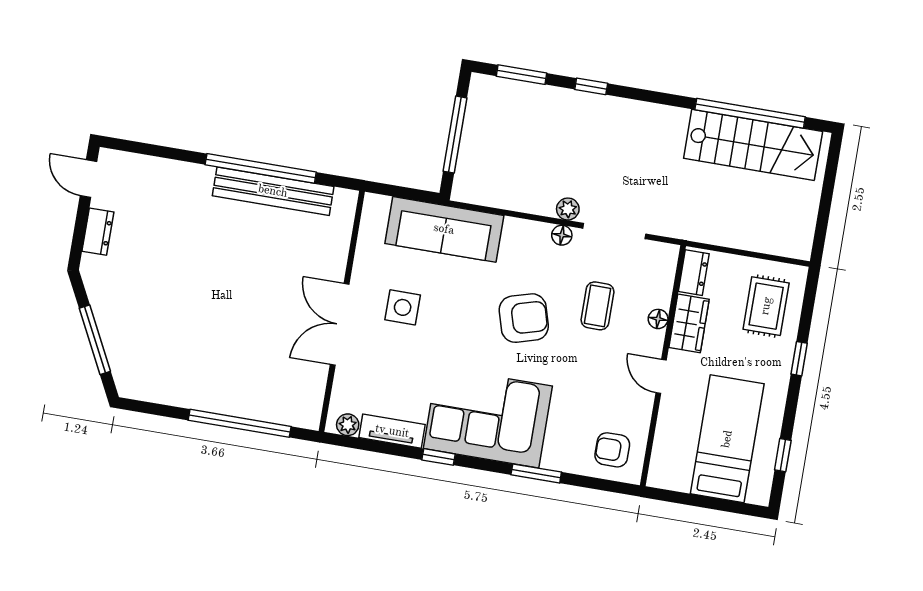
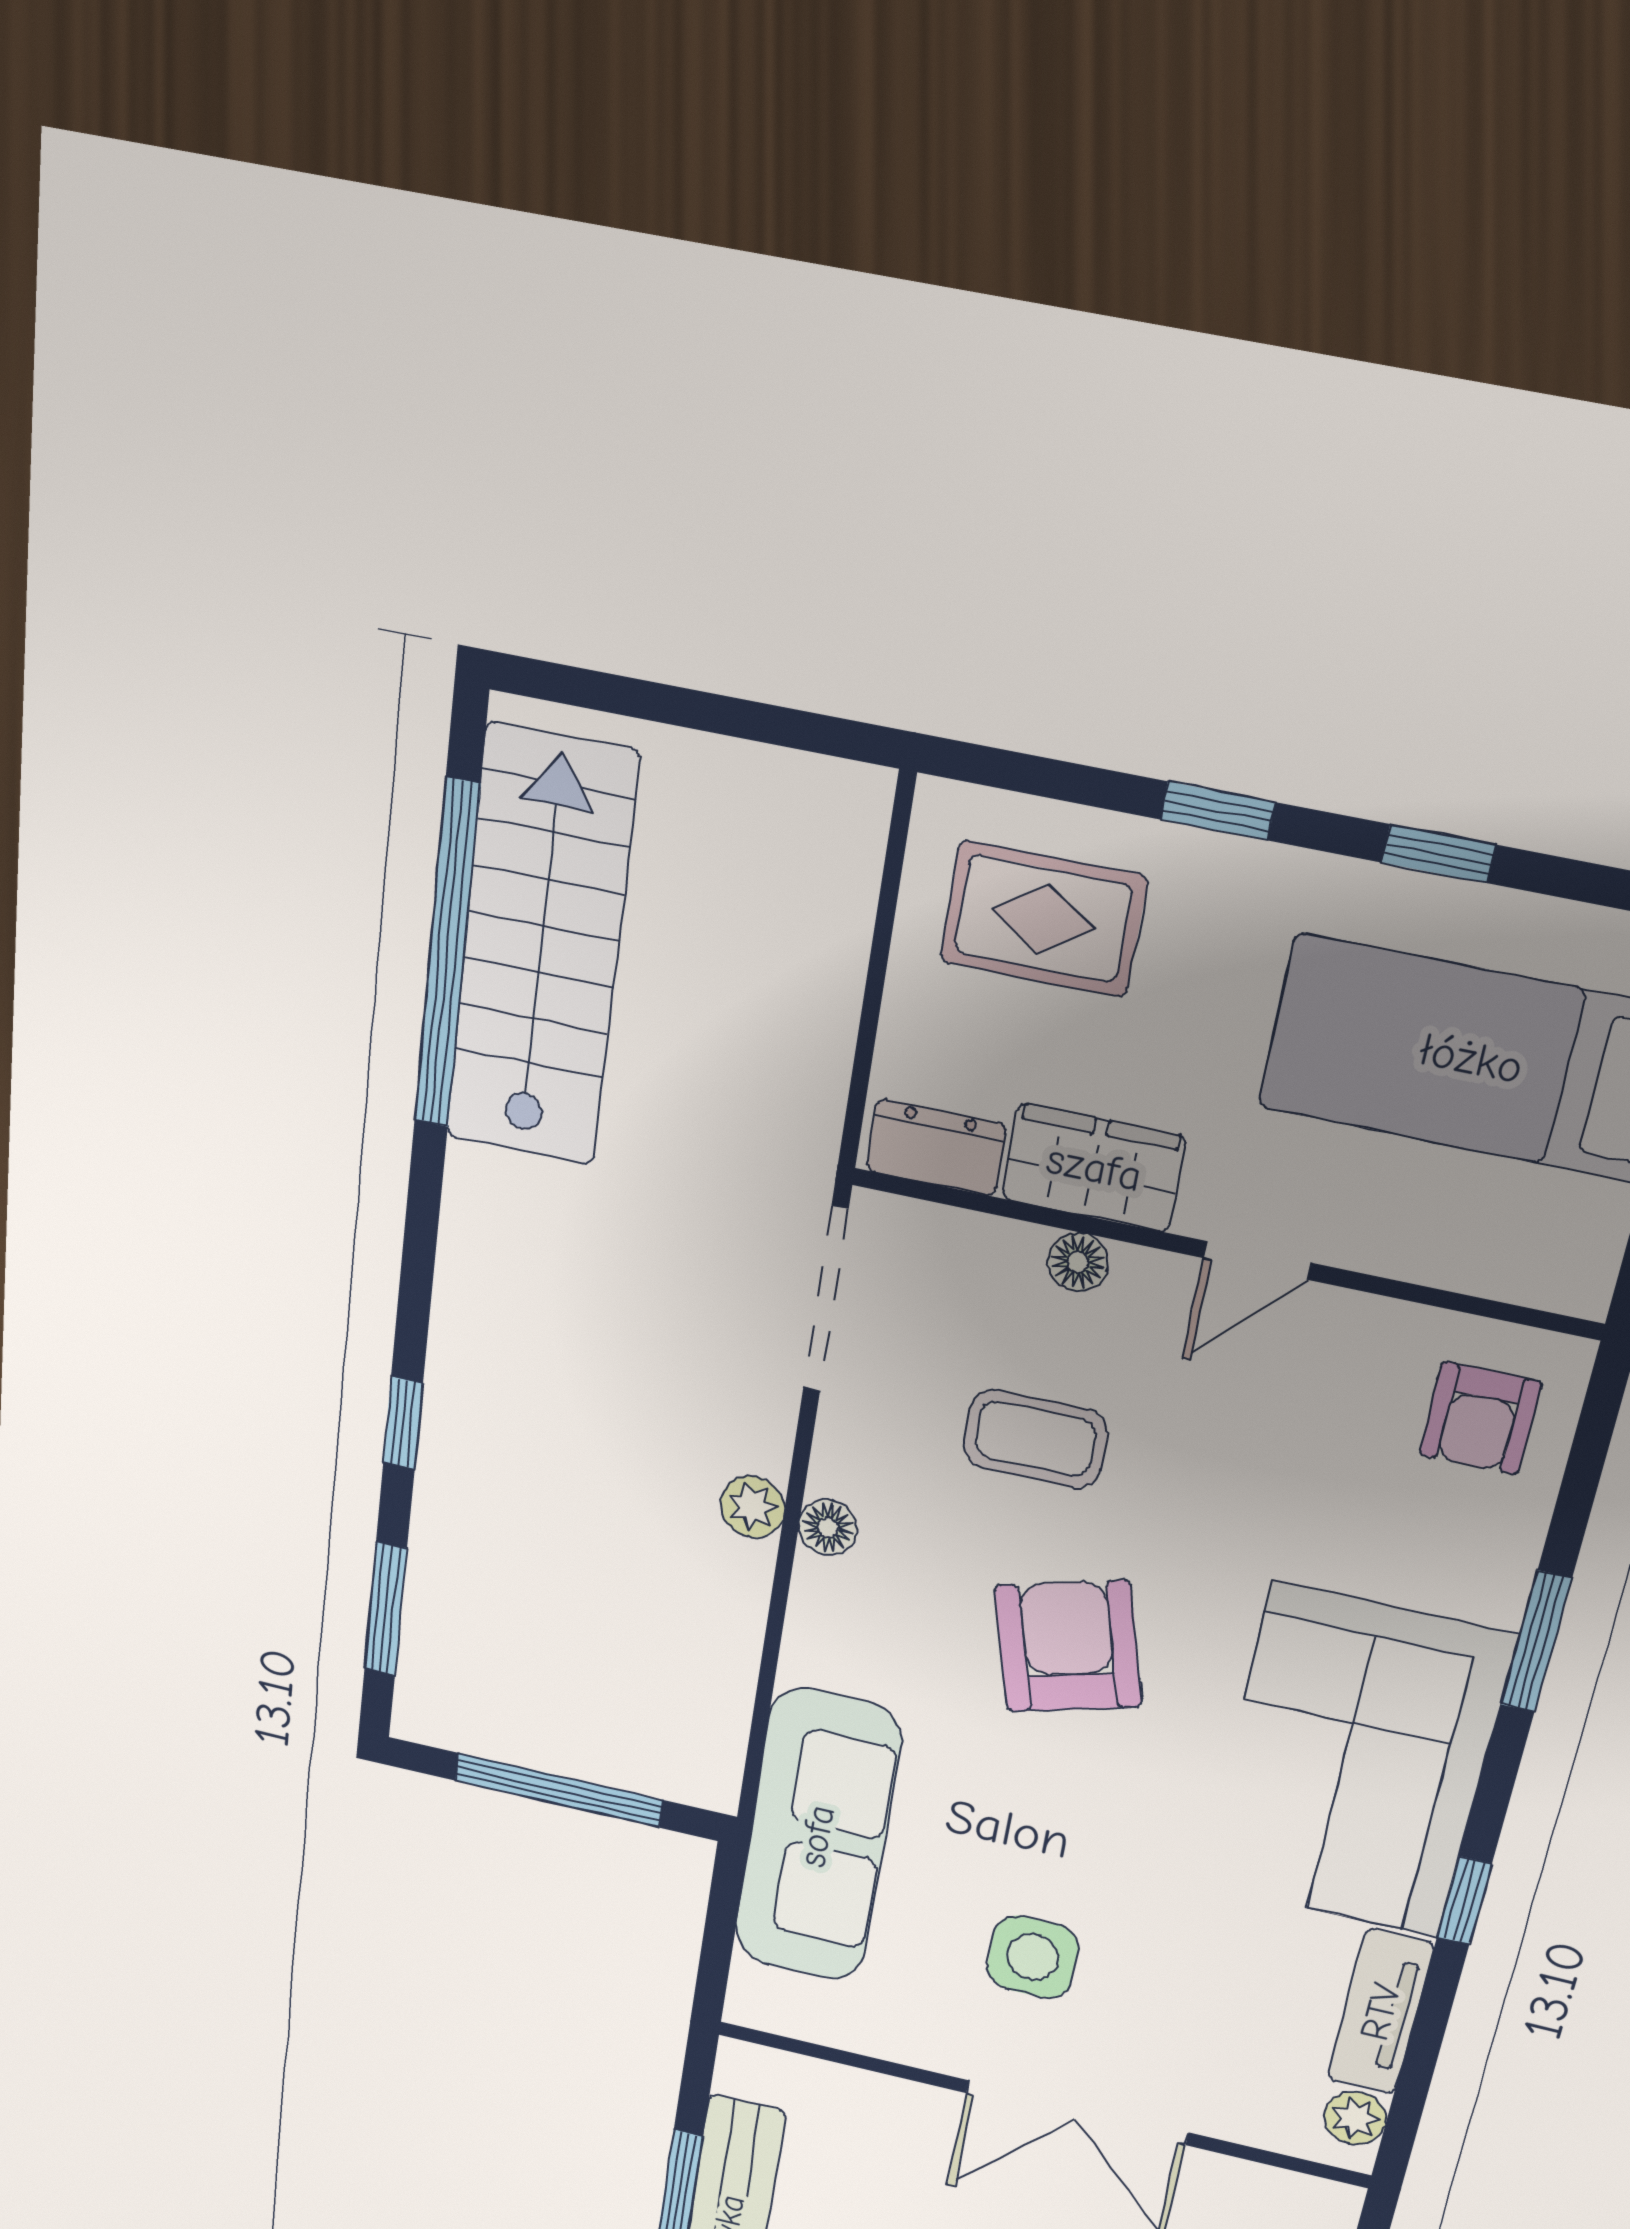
doorway: (614, 231) -> (826, 1299), moved
window: (783, 455) -> (1439, 854), moved

